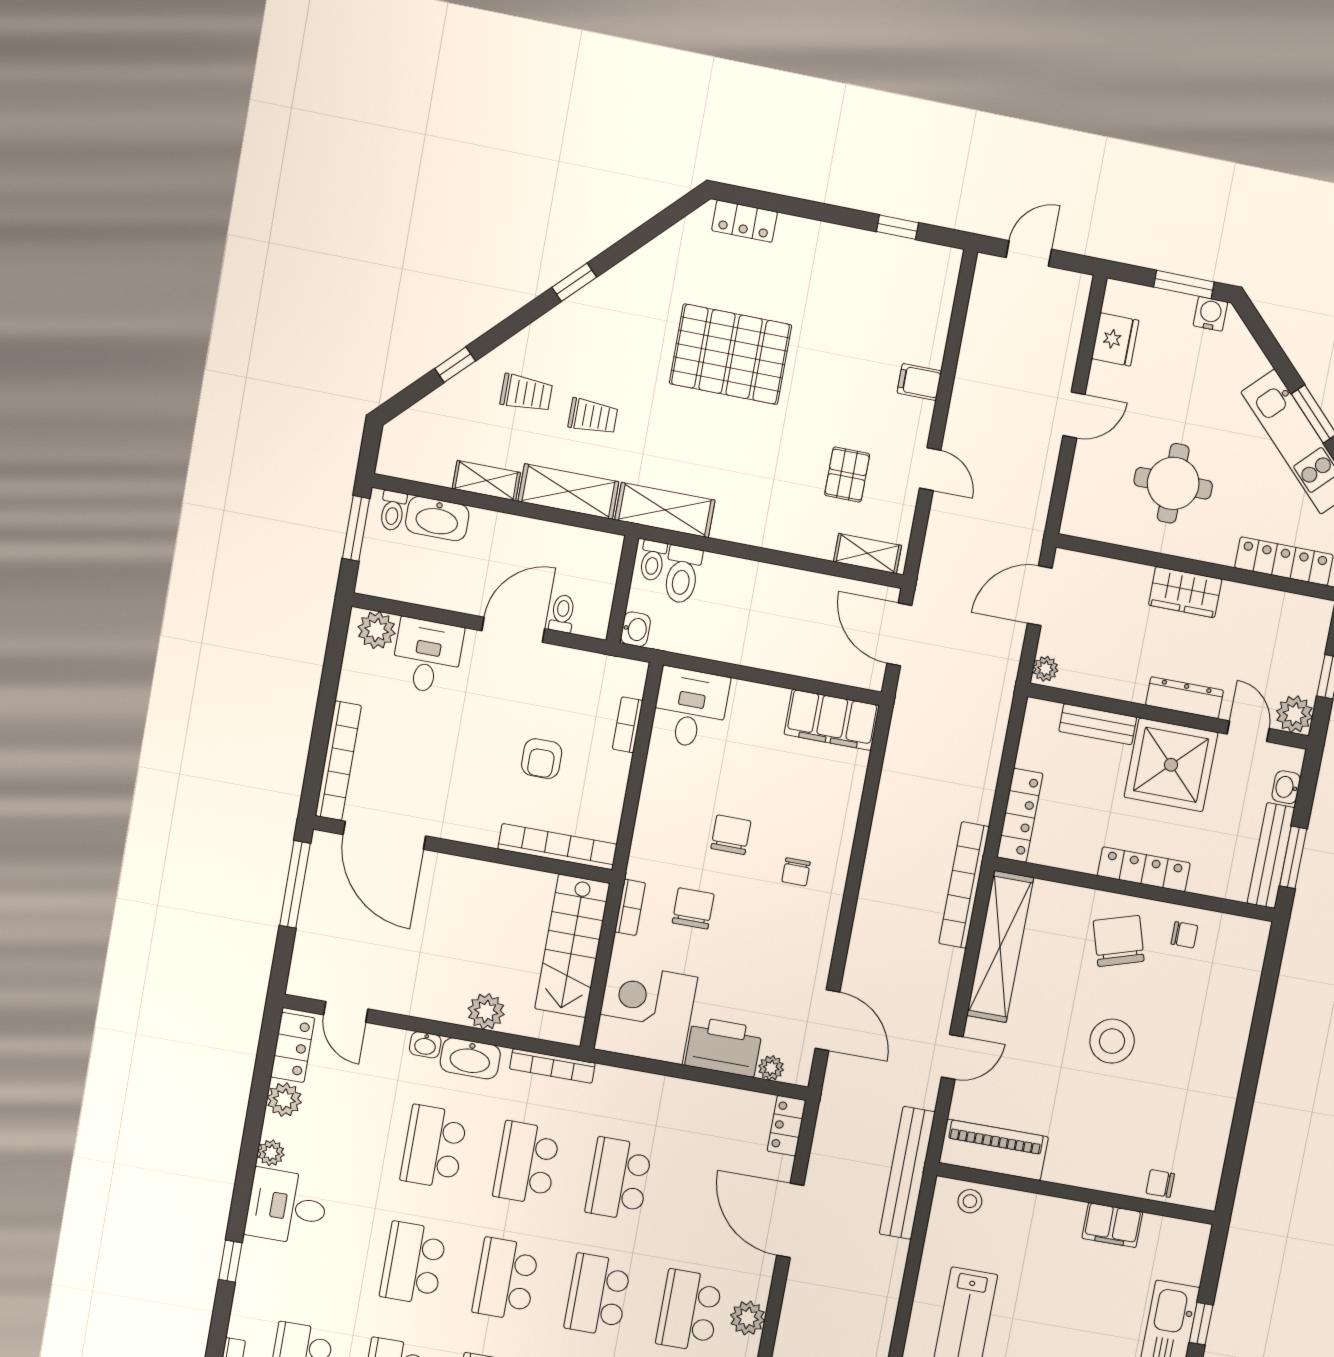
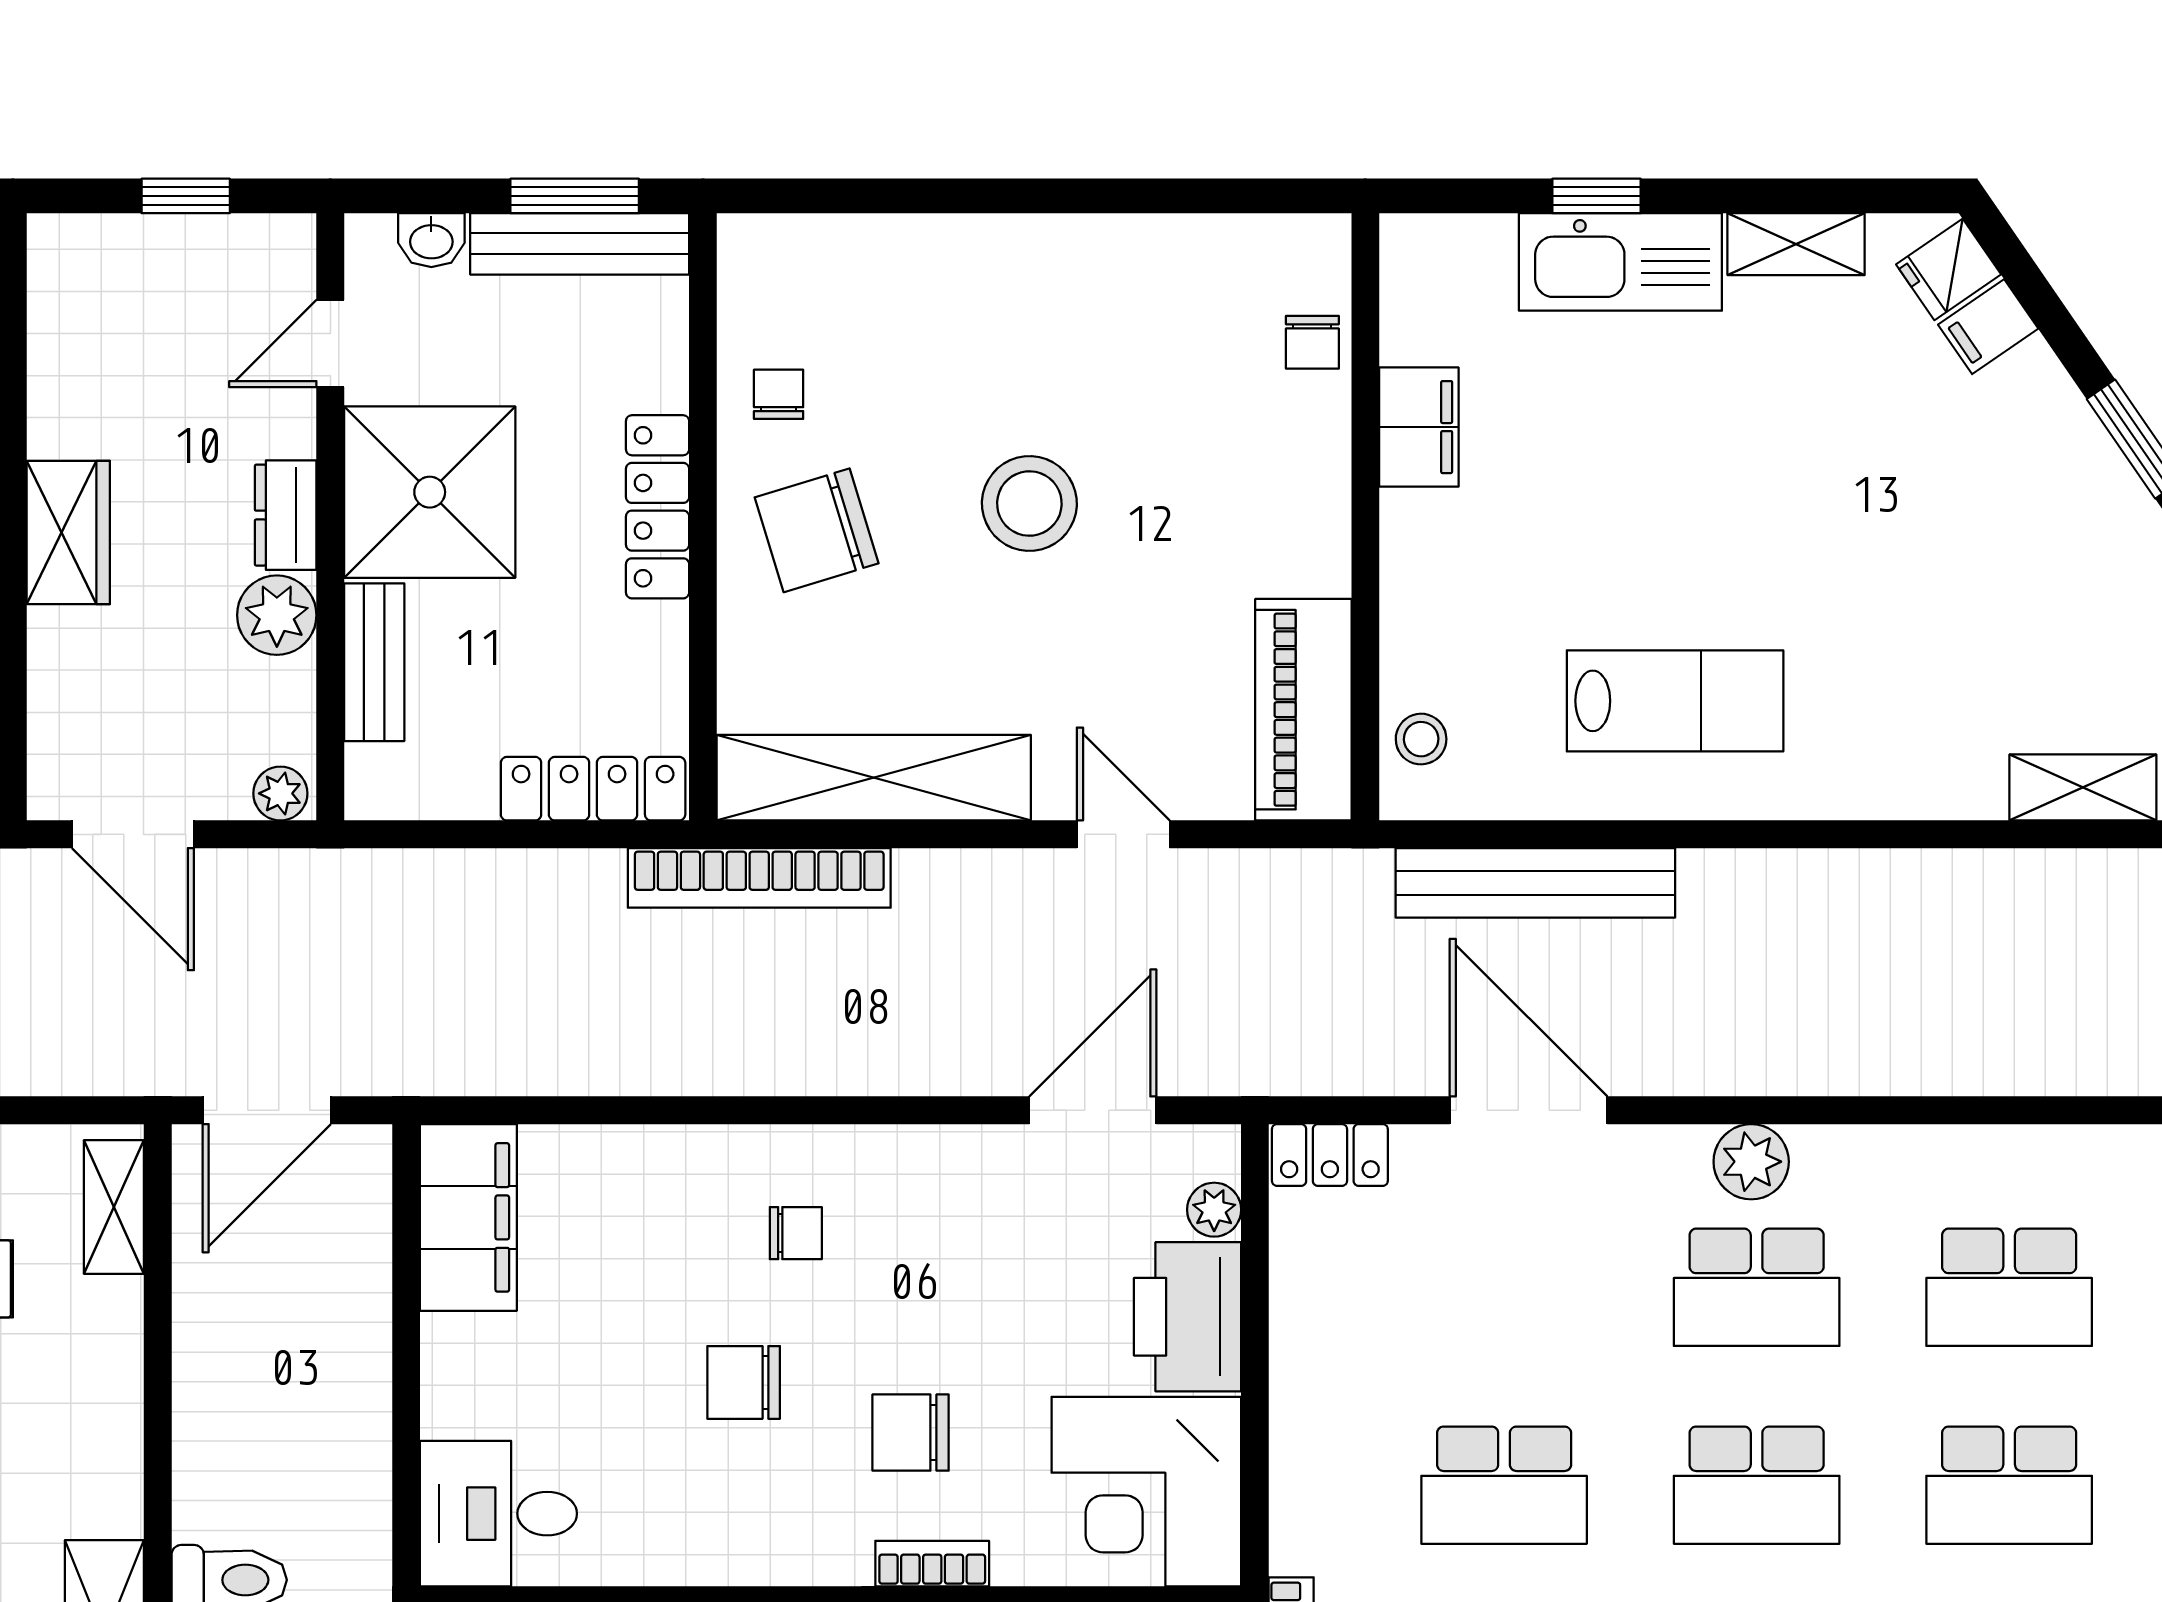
dresser: (1184, 698) -> (286, 515), width x0.70
plant: (1294, 714) -> (277, 615), moved
bench: (907, 1173) -> (1535, 883), moved
door: (790, 1220) -> (1528, 1110), swing flipped

